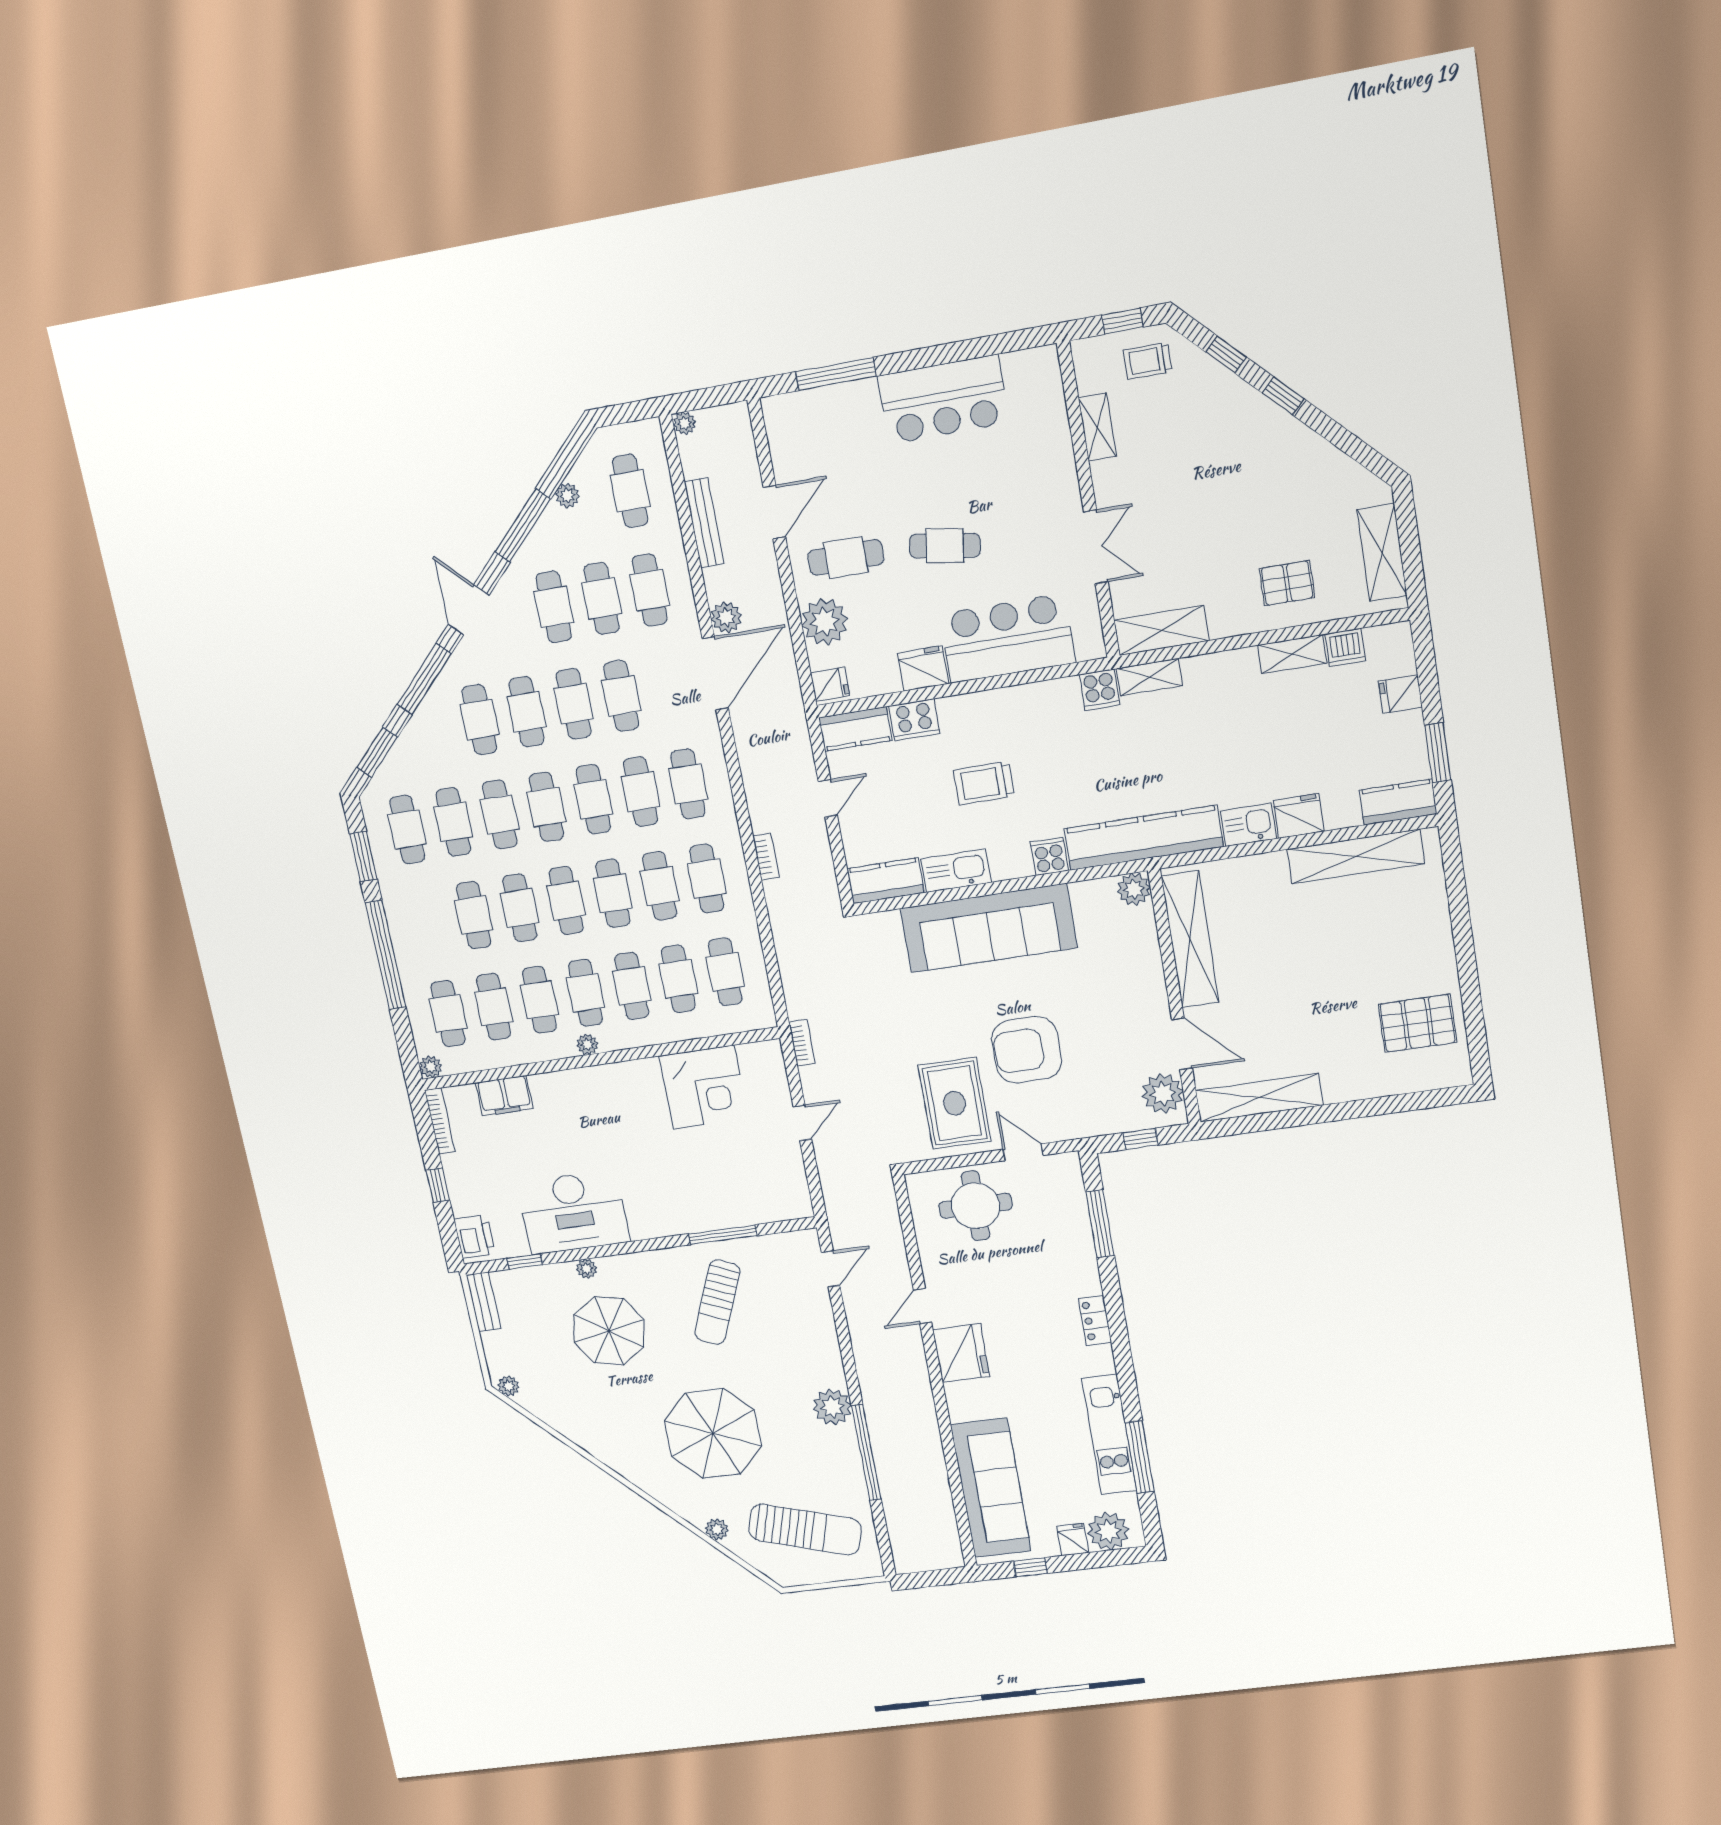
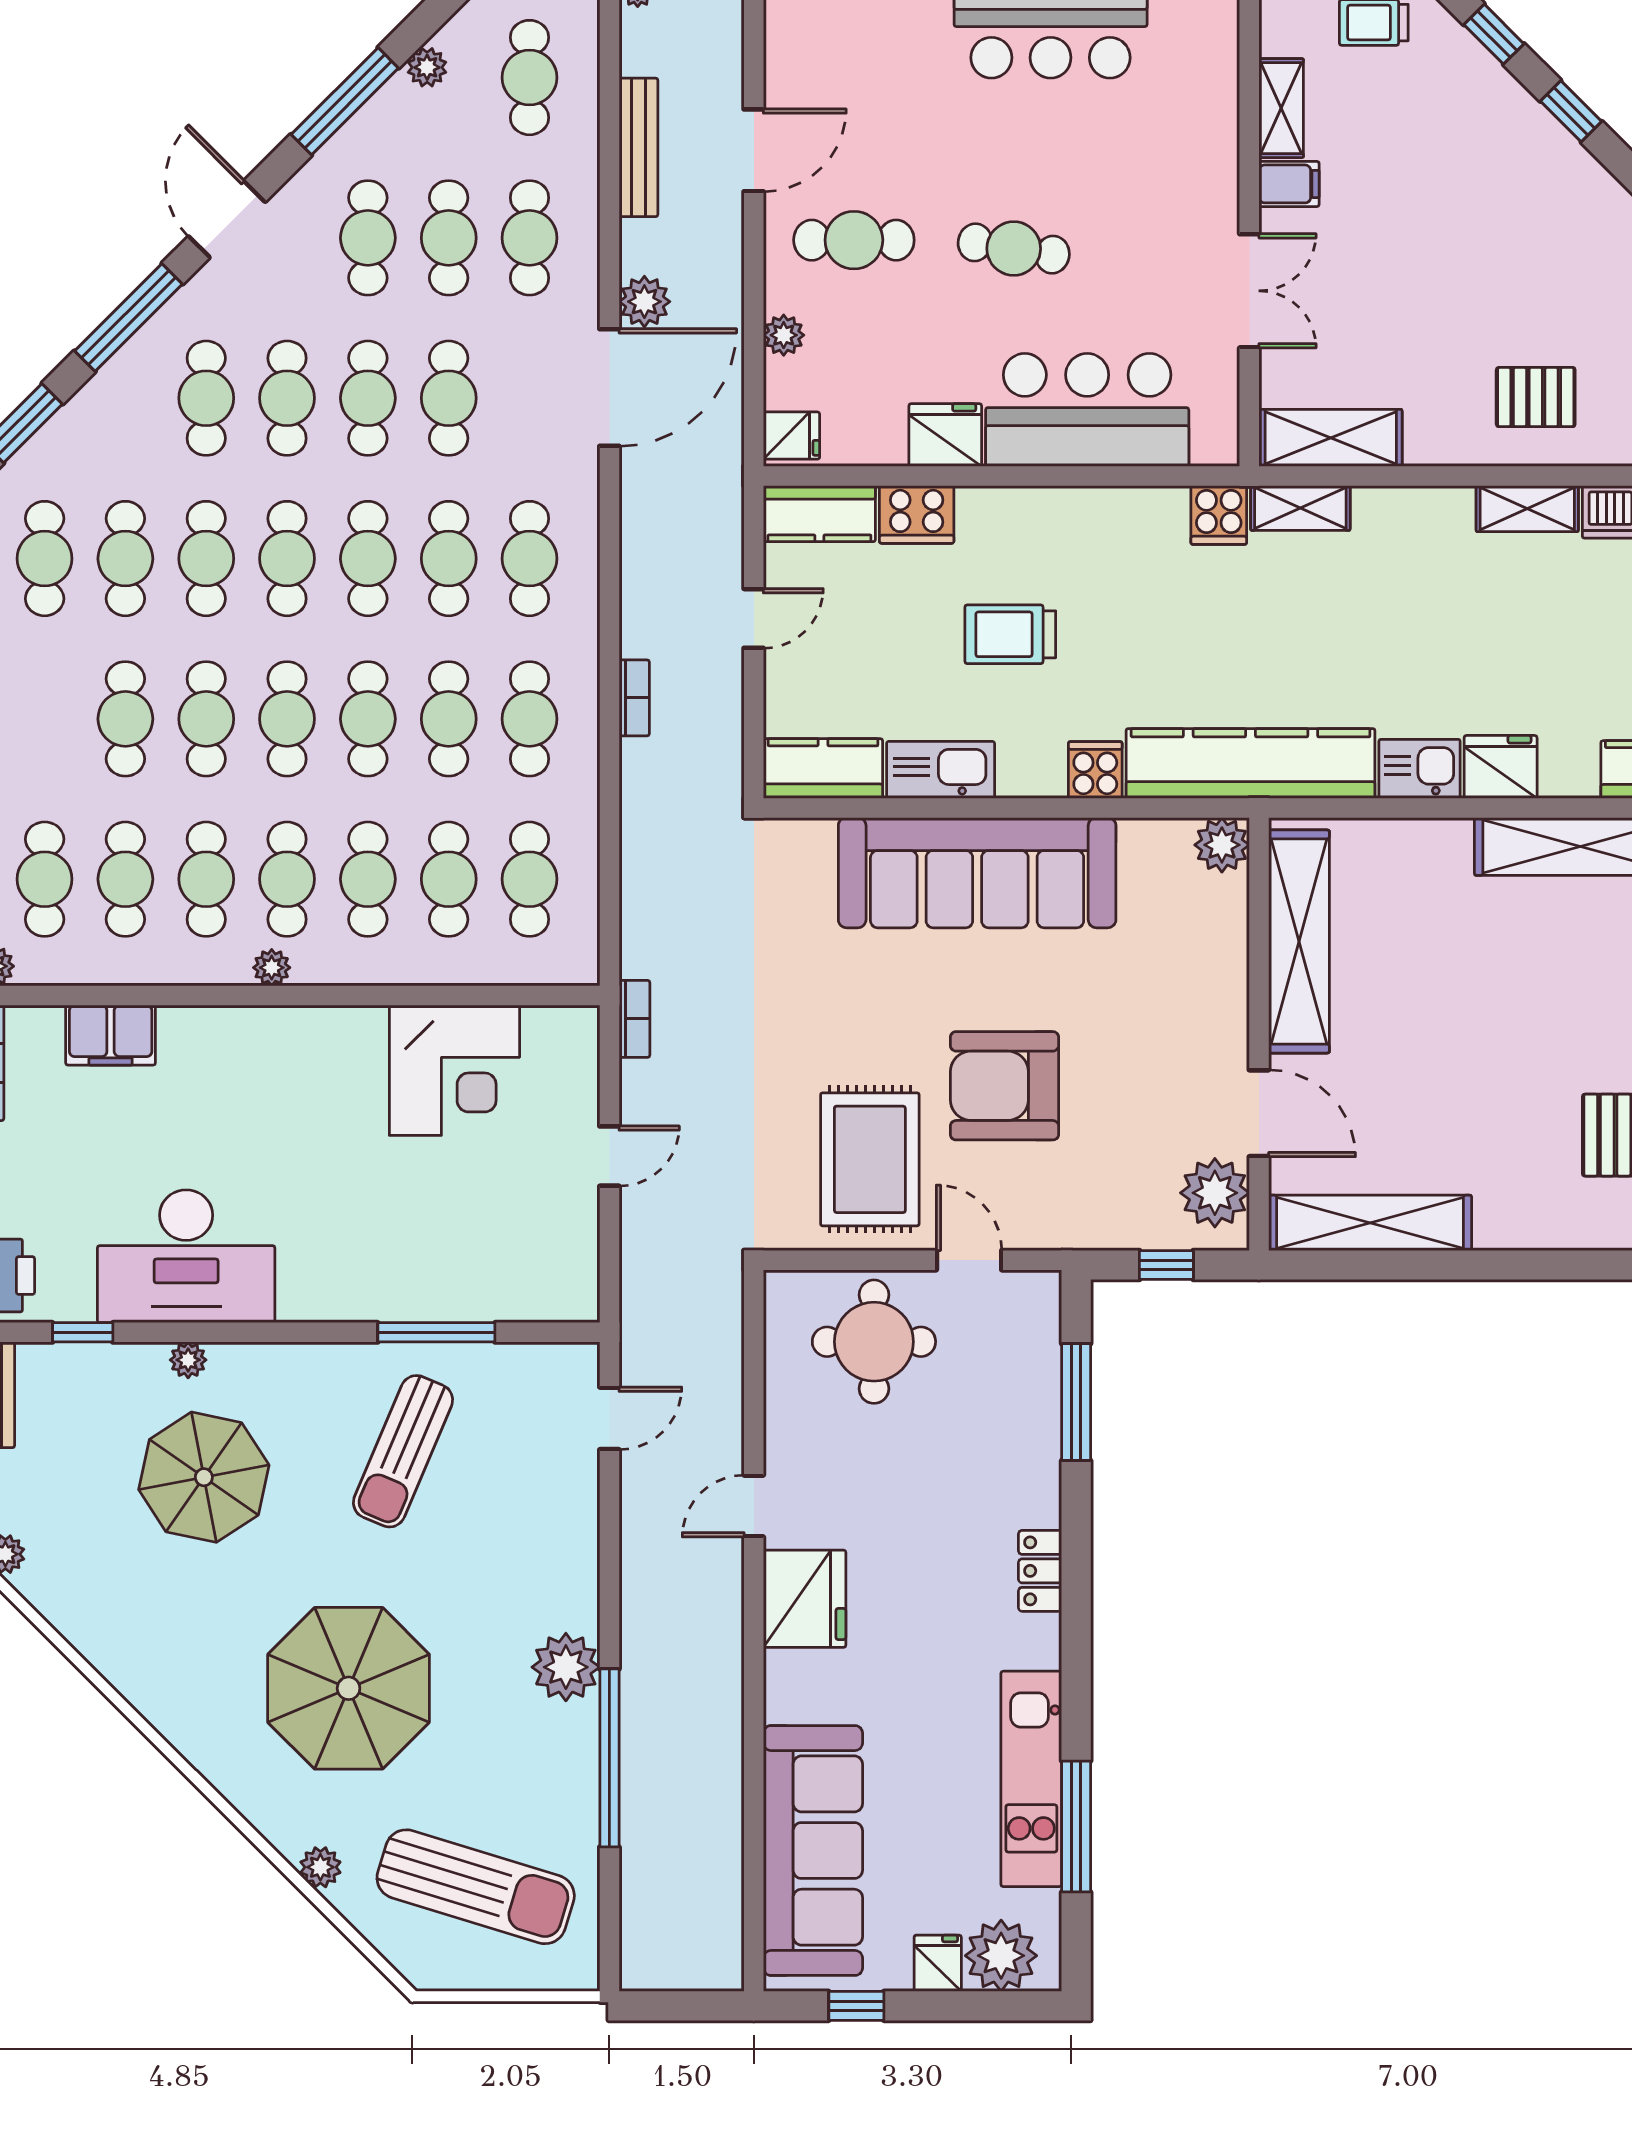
filing cabinet: (1110, 475) -> (1289, 184), added
plant: (825, 622) -> (784, 335), width x0.53, depth x0.53

